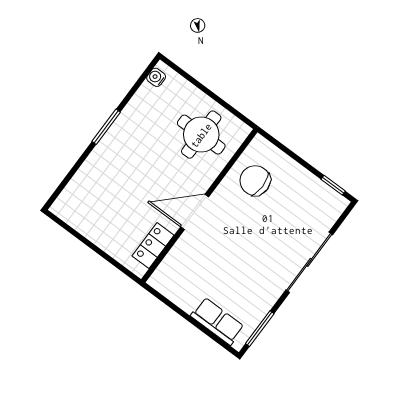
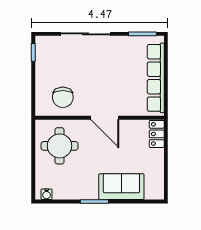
sofa: (100, 171) -> (121, 187), added
locker: (153, 246) -> (157, 134), moved, turned 90
row of seats: (217, 321) -> (156, 78), width x2.02

